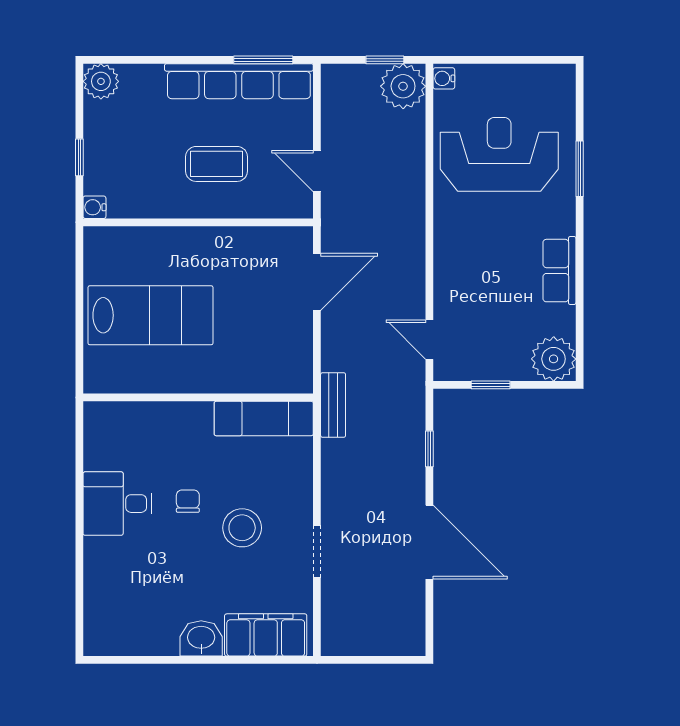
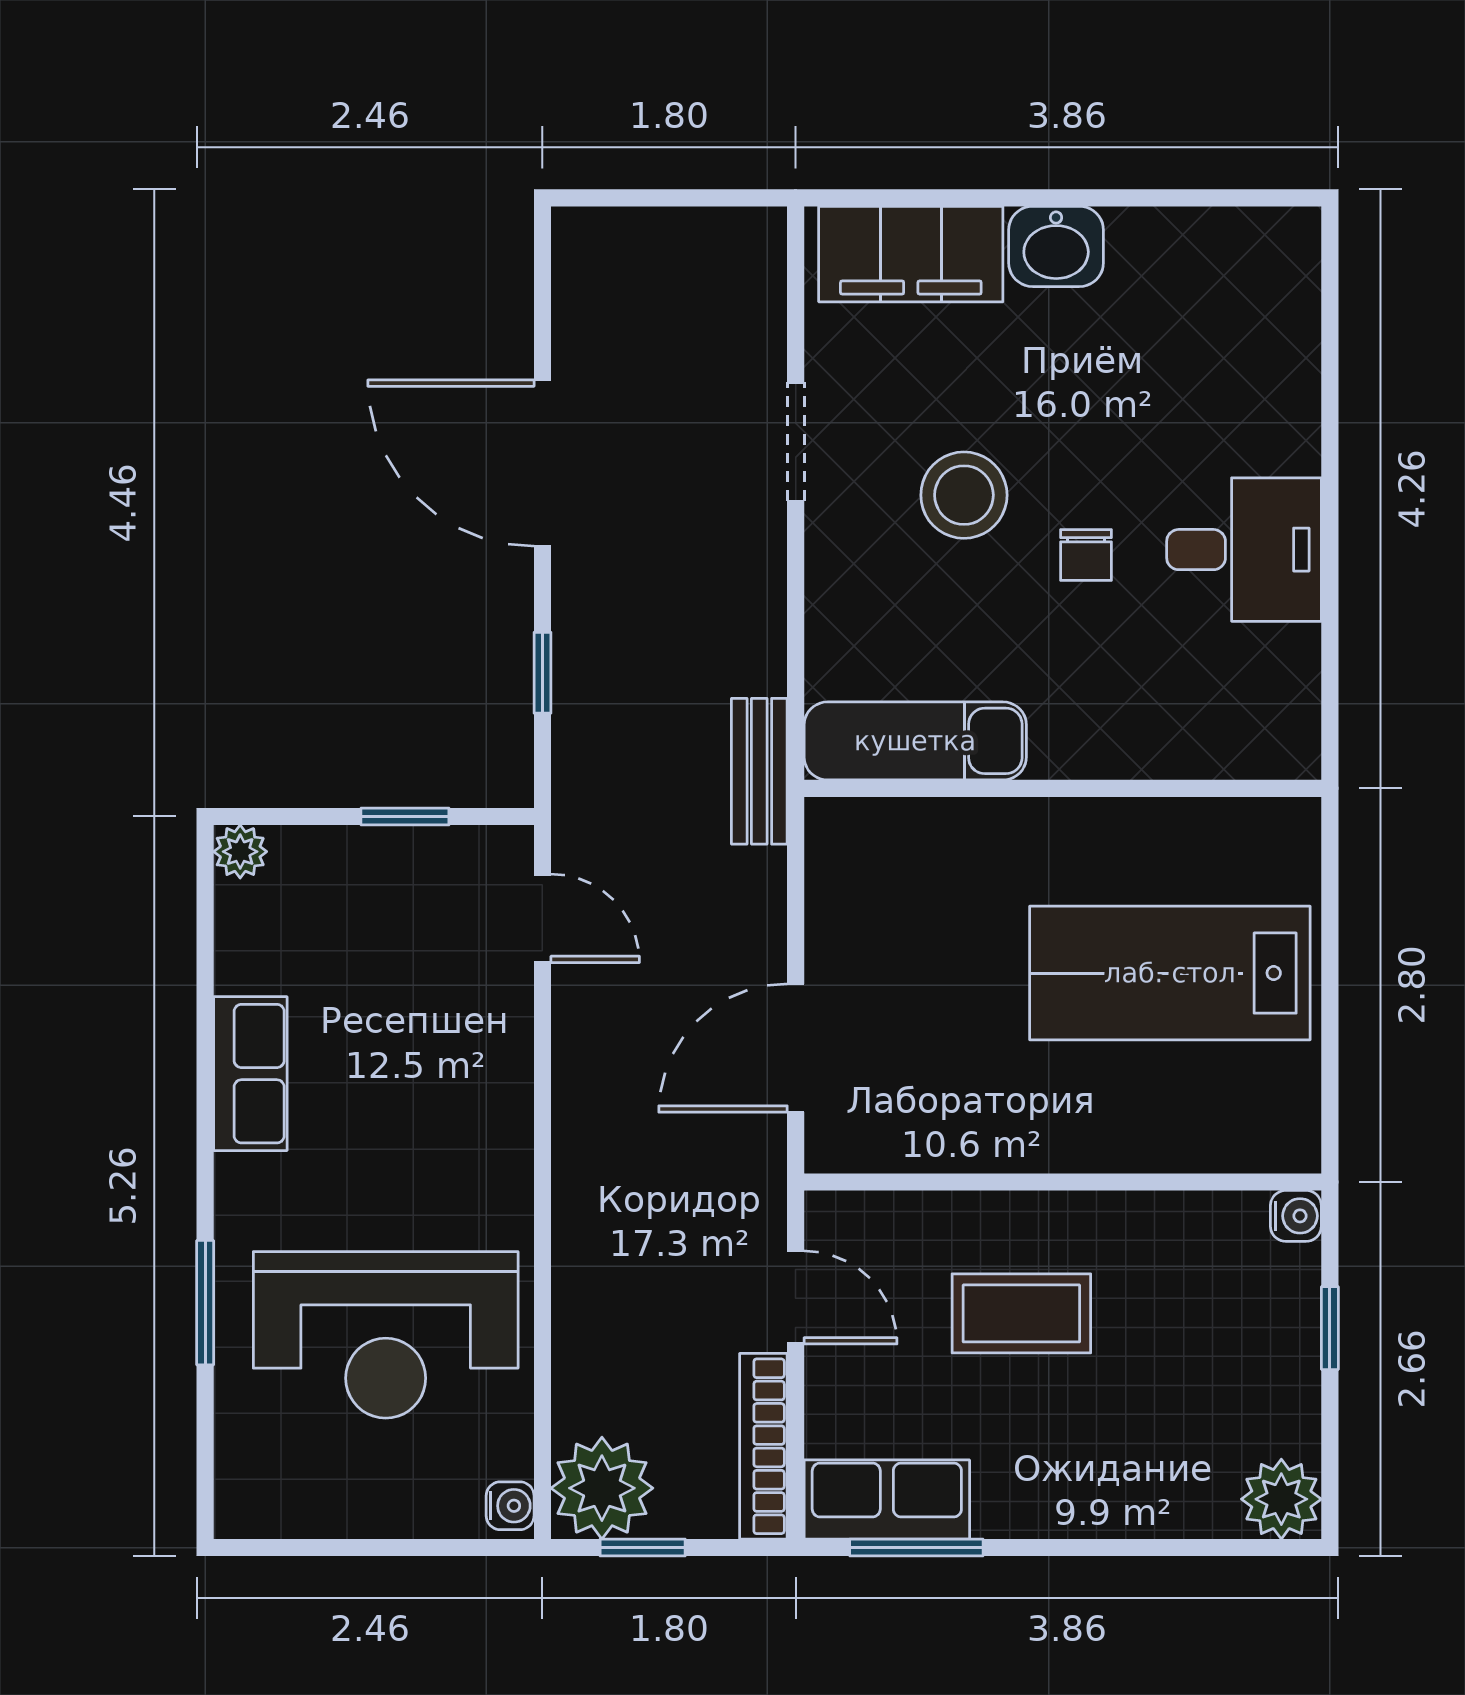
row of seats: (239, 81) -> (887, 1500), width x0.50
bookcase: (331, 105) -> (763, 1446), added
plant: (554, 359) -> (240, 852), width x0.53, depth x0.53

